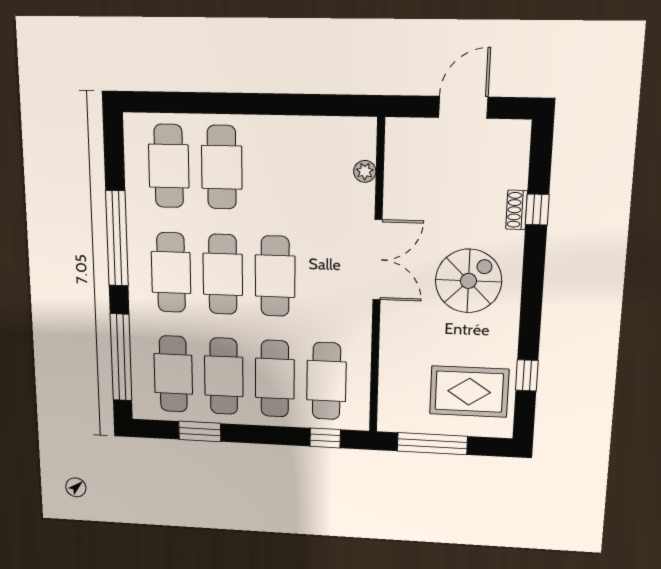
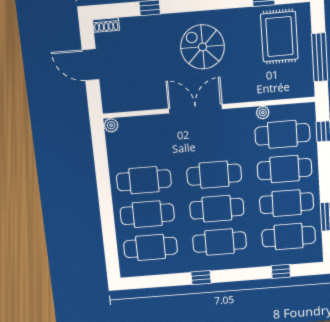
cafe table: (275, 169) -> (144, 180), added
plant: (365, 171) -> (111, 125), moved
shoe rack: (517, 210) -> (106, 25), moved
window: (117, 238) -> (201, 278), width x0.32
window: (121, 357) -> (281, 271), width x0.32
plant: (361, 357) -> (263, 113), added

